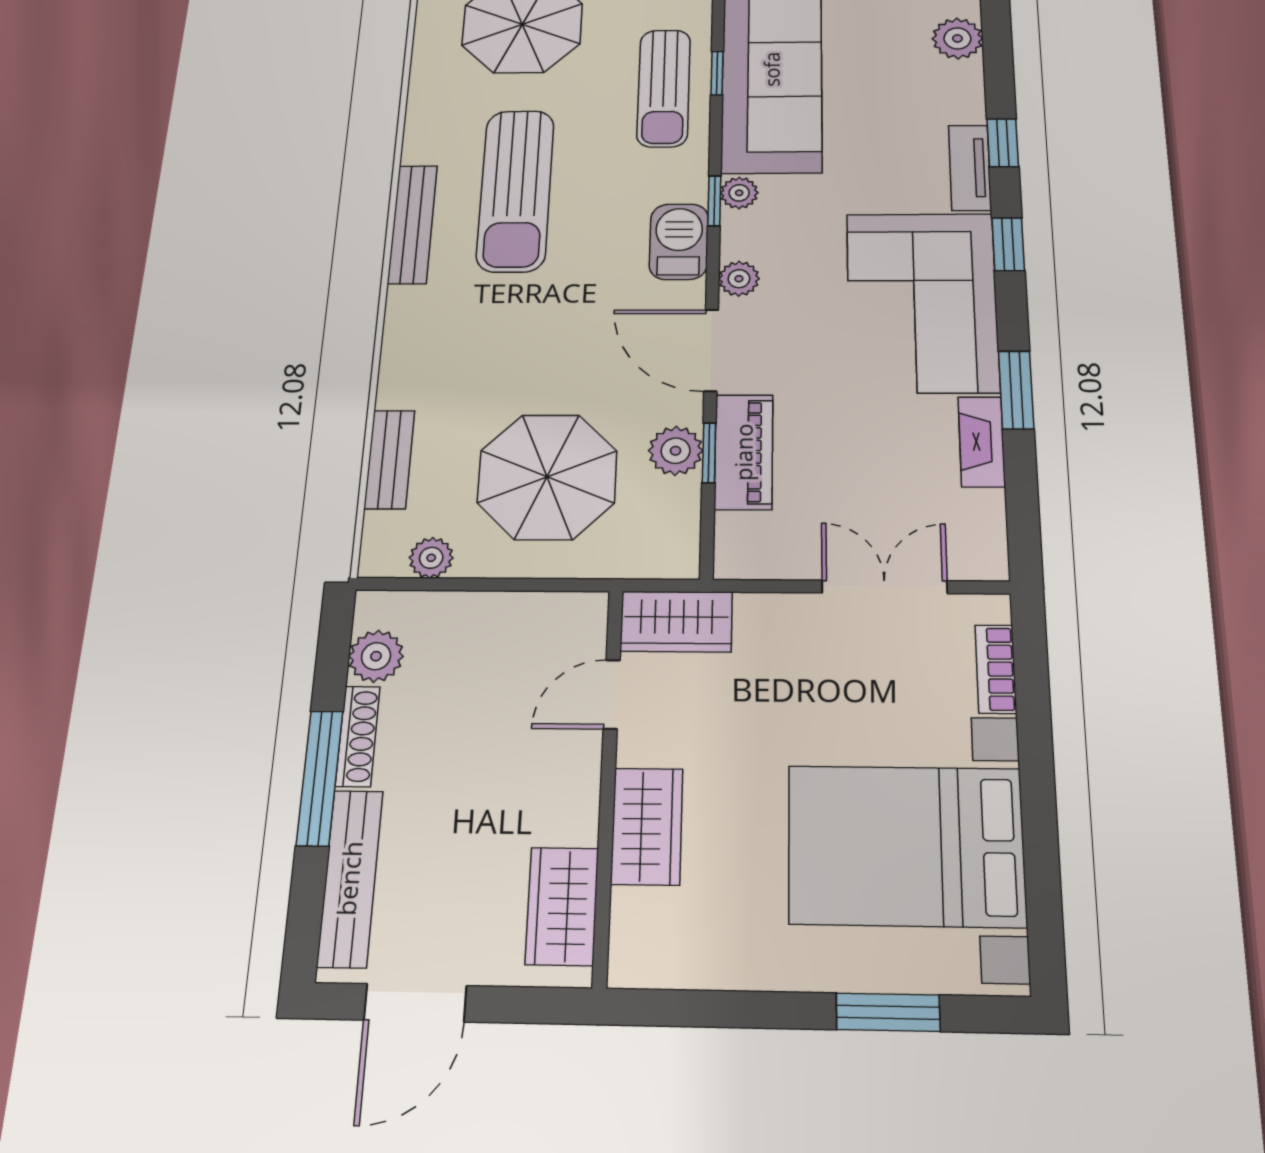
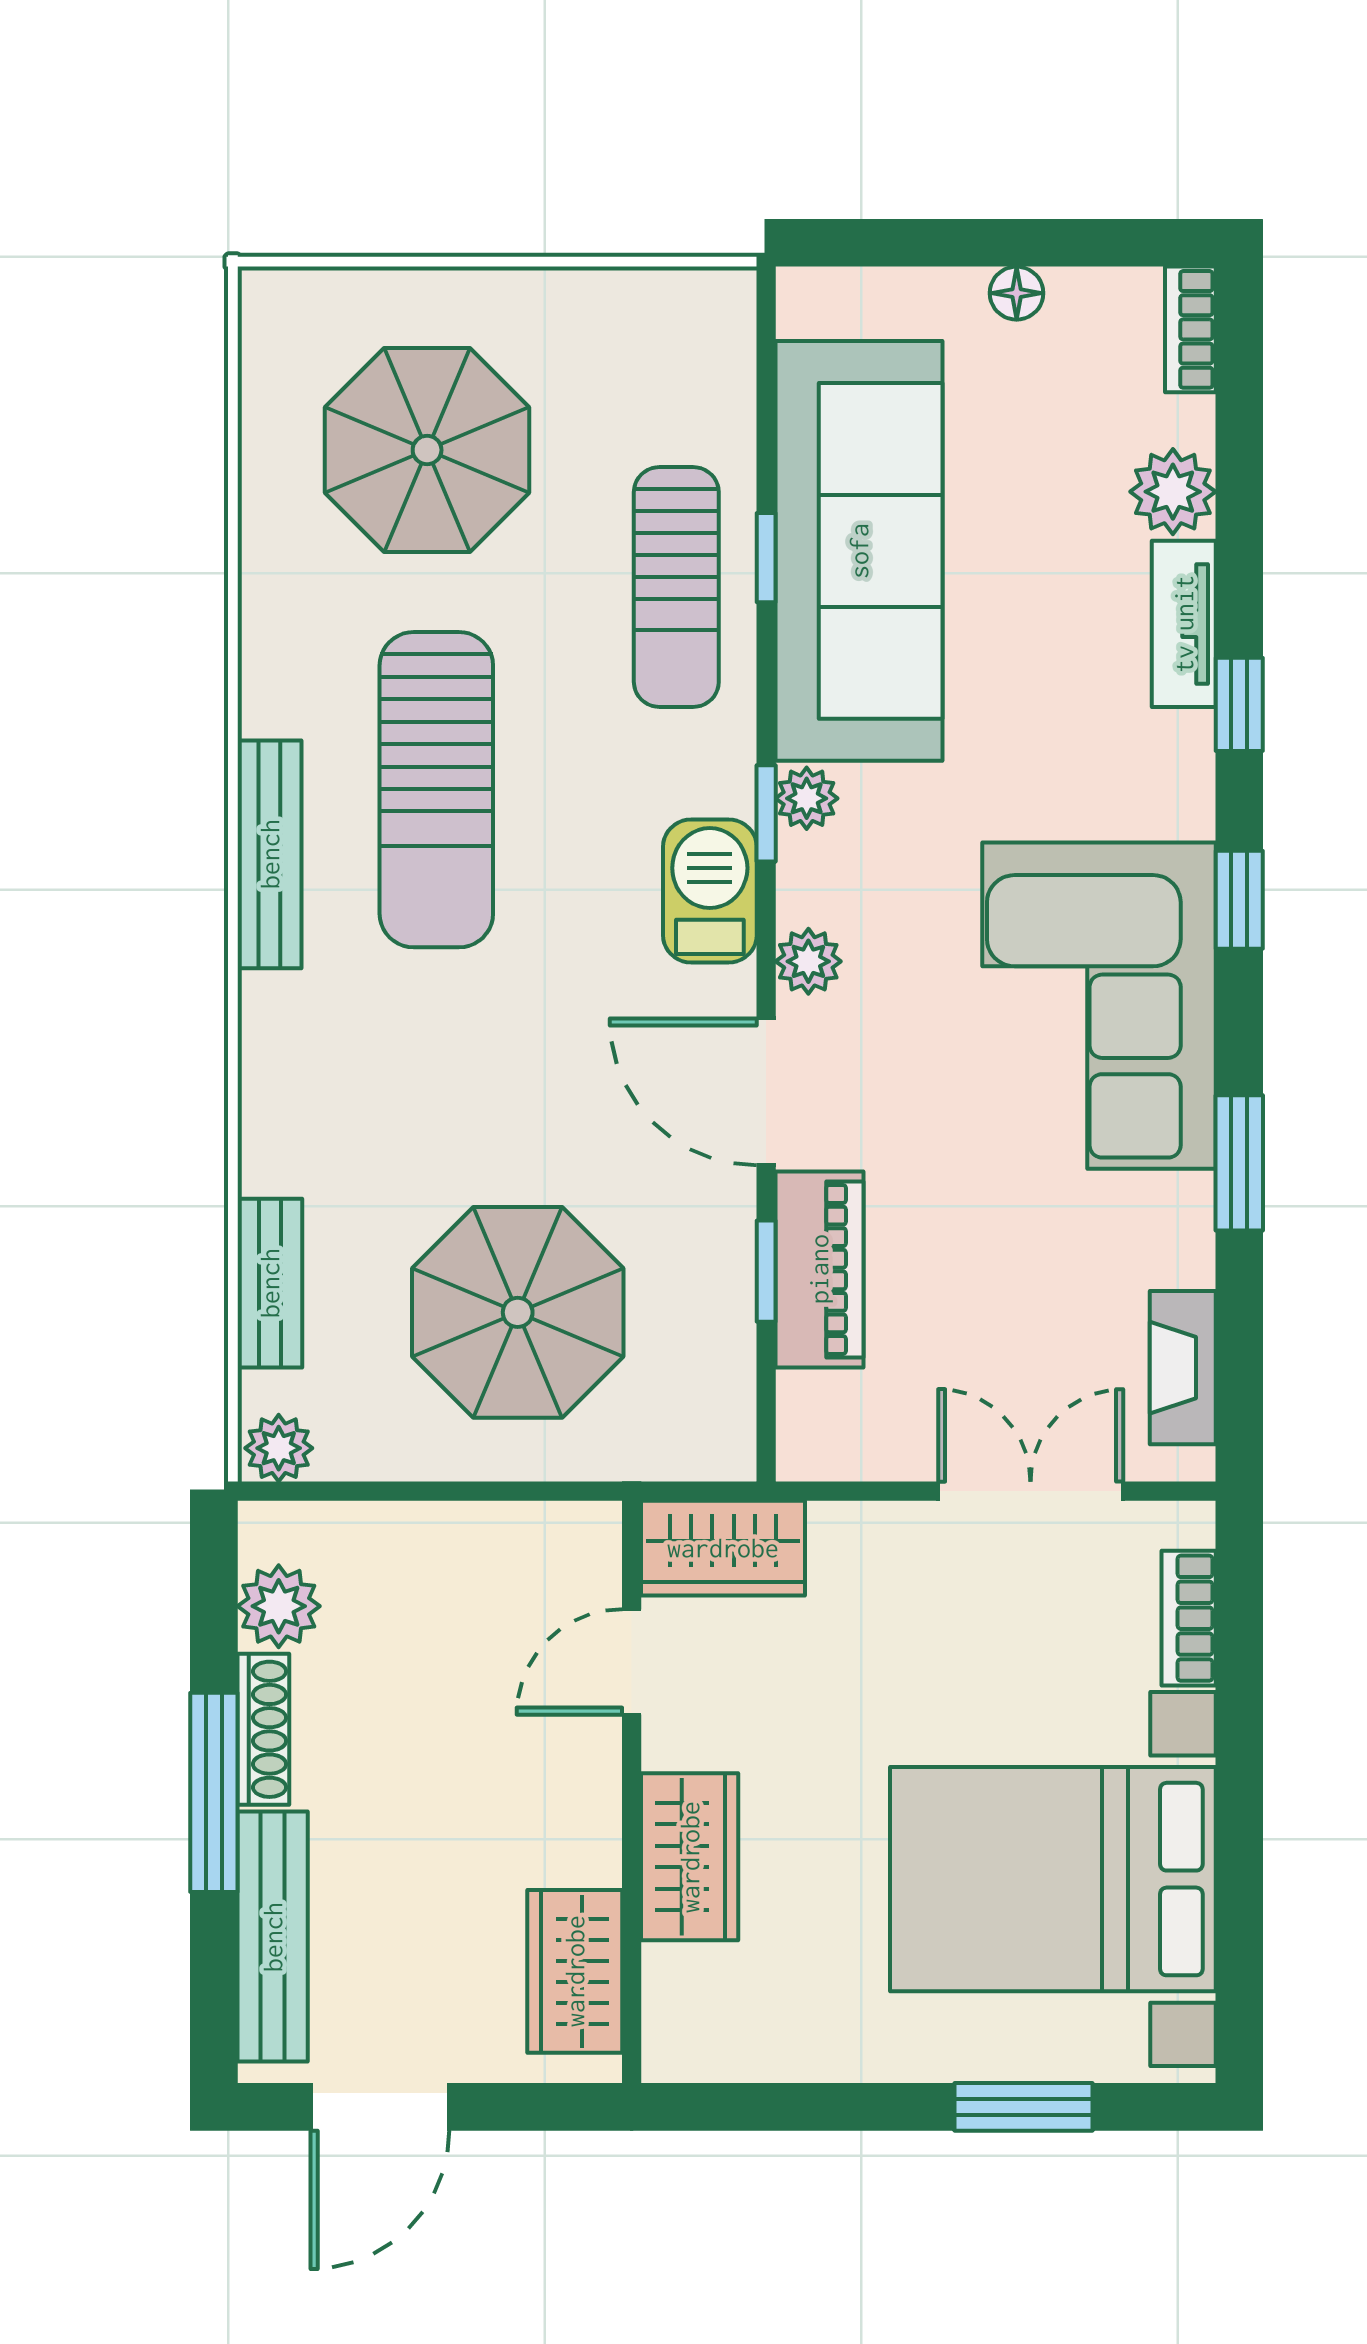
tv unit: (970, 168) -> (1184, 624), moved
fireplace: (982, 442) -> (1183, 1368), moved
plant: (676, 451) -> (714, 1268), removed
plant: (431, 558) -> (279, 1448), moved

